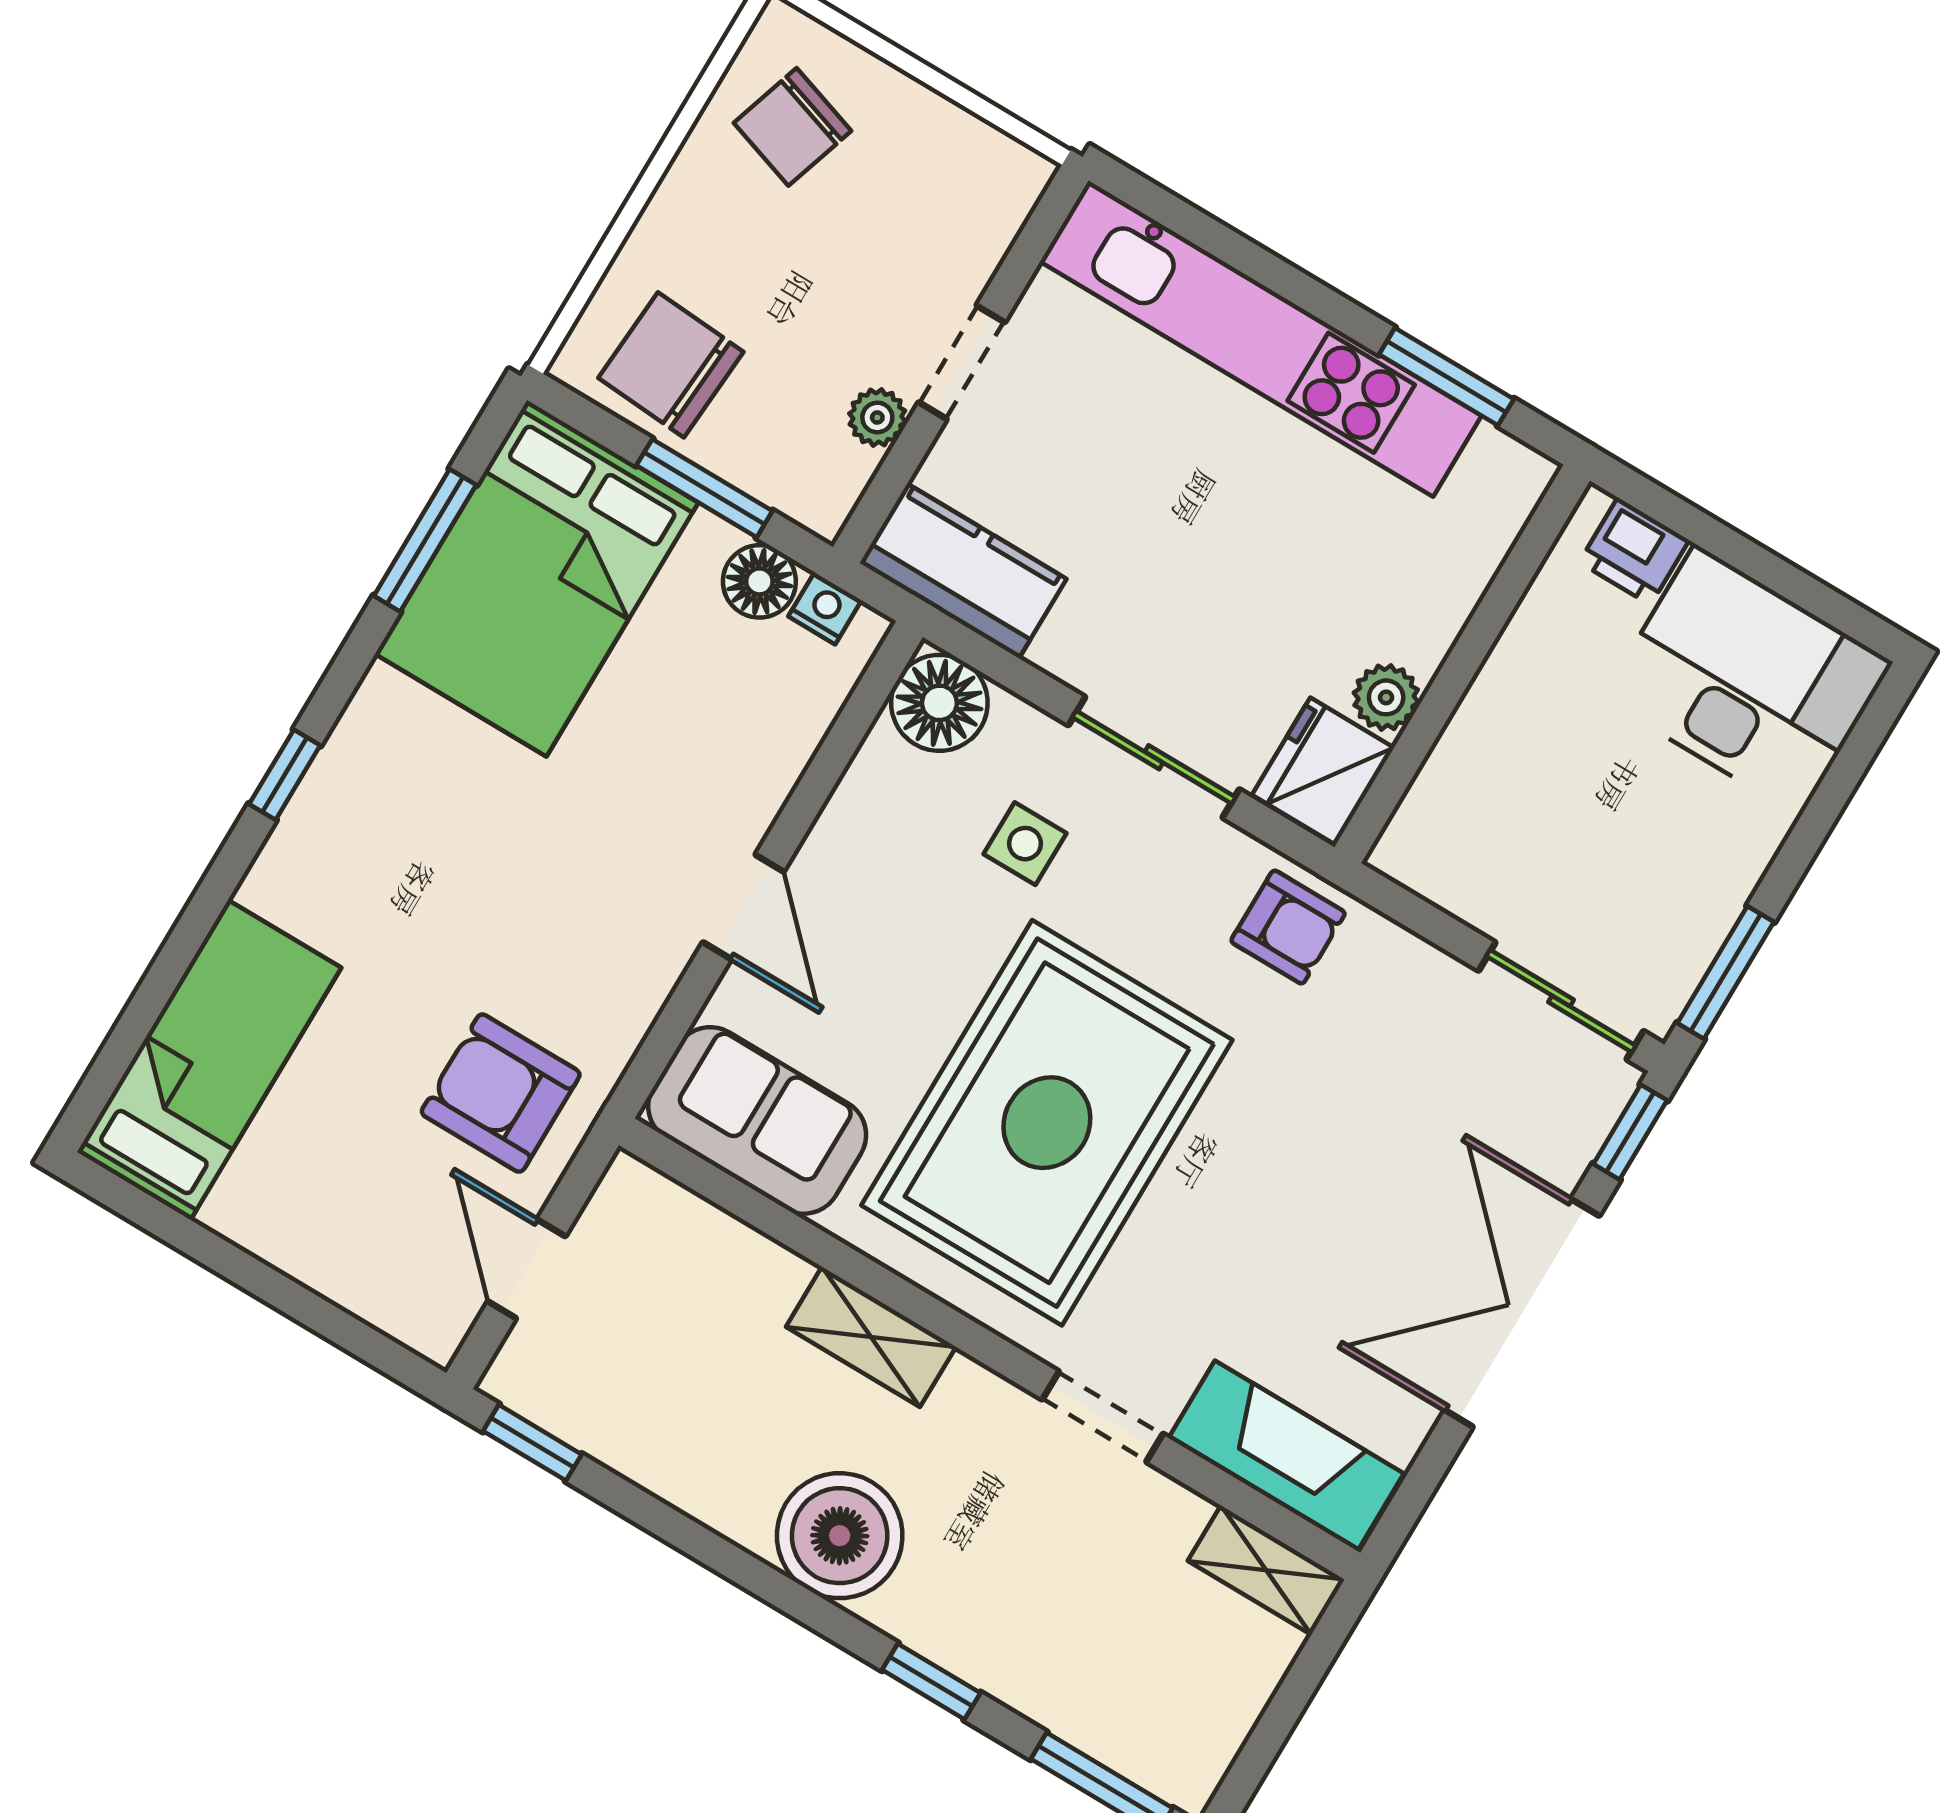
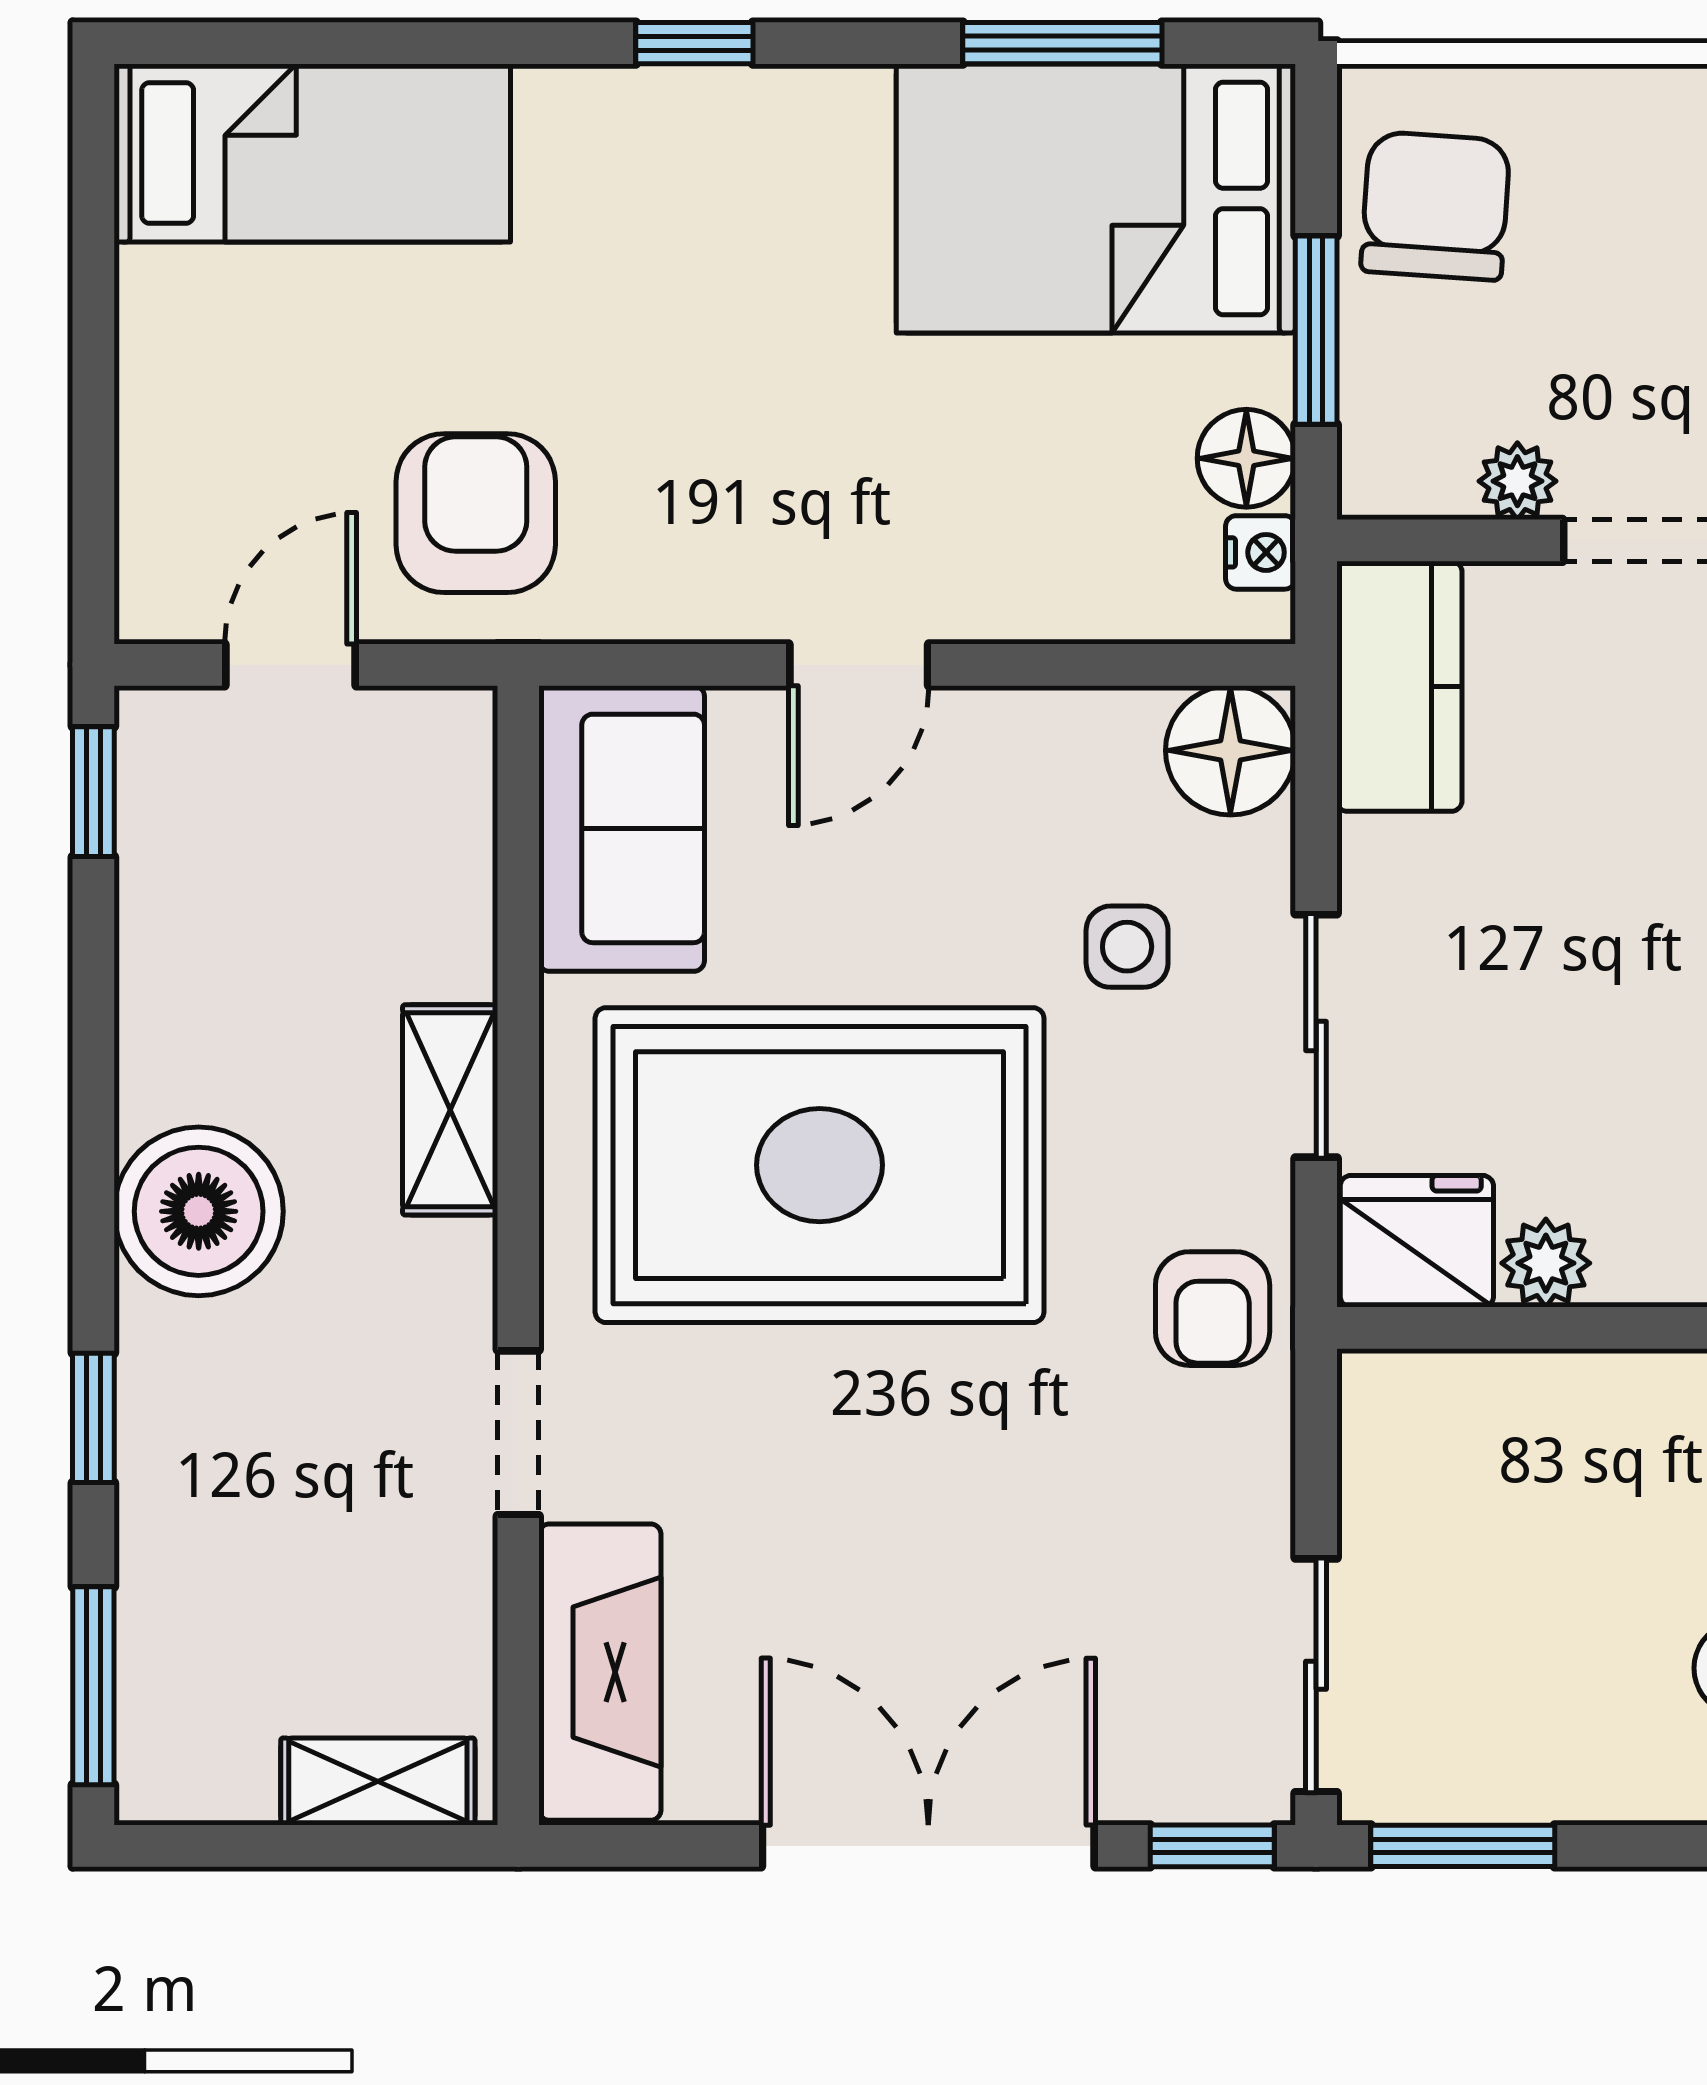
shelving: (1266, 1570) -> (378, 1782), moved, turned 90

